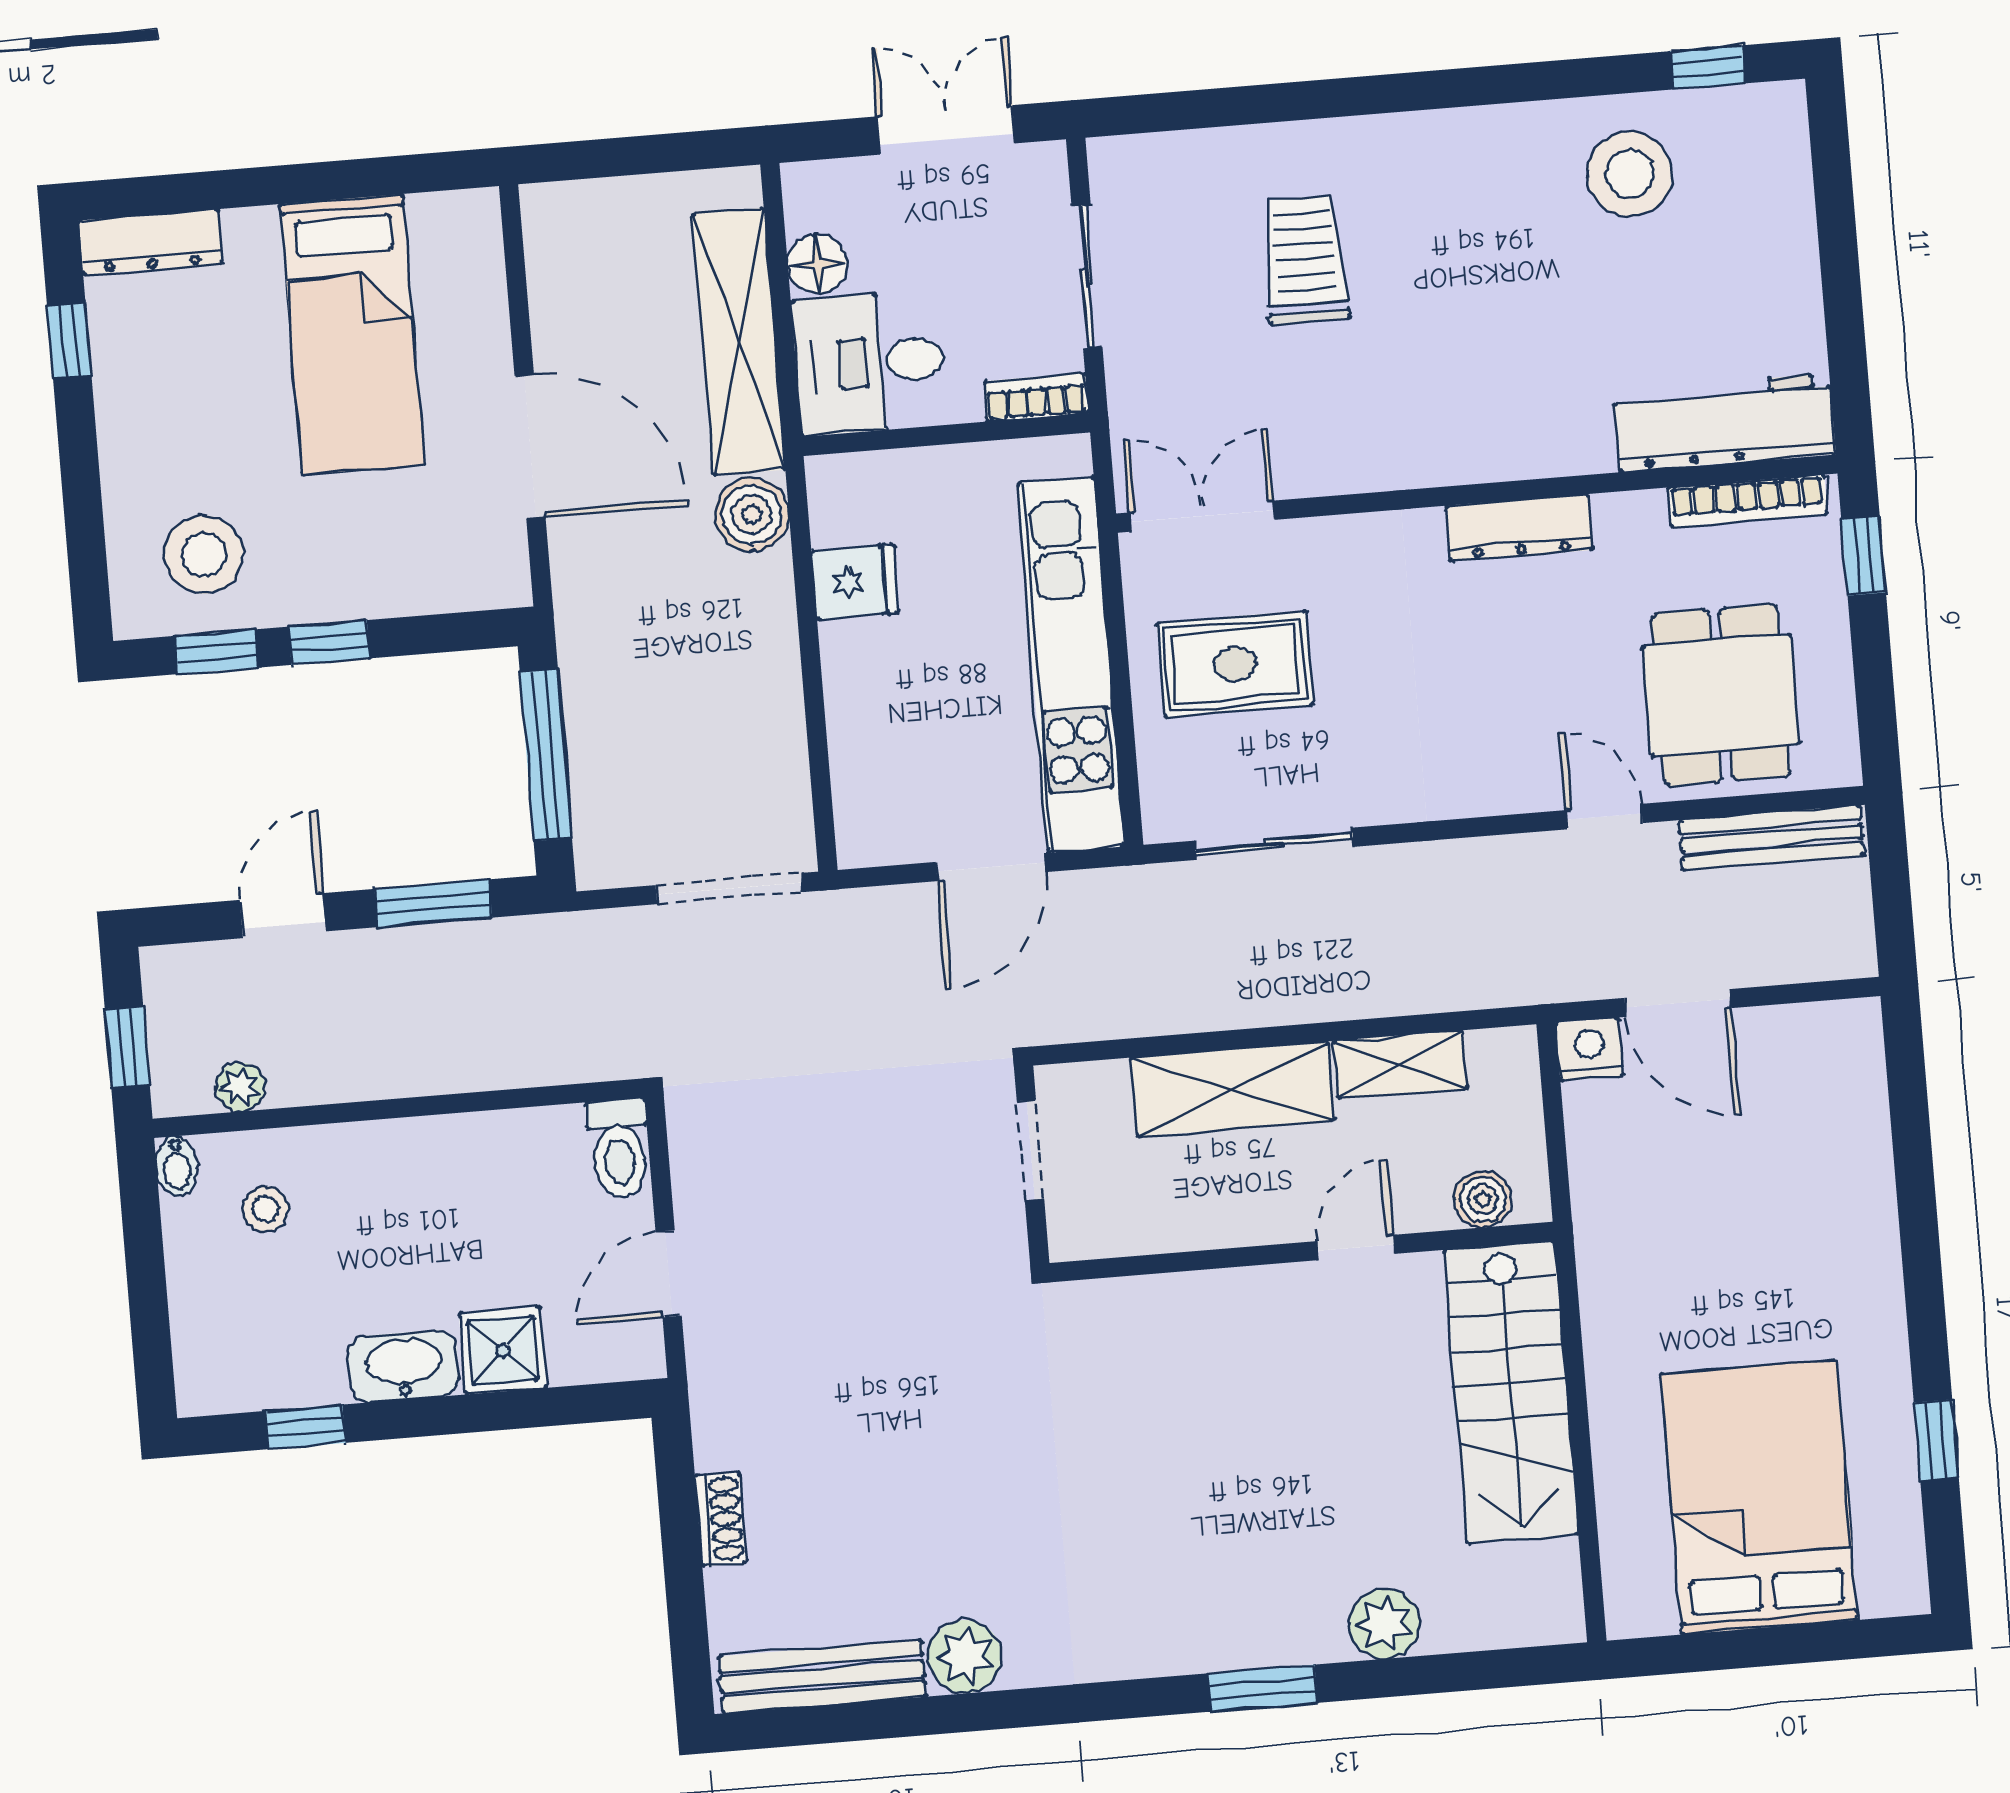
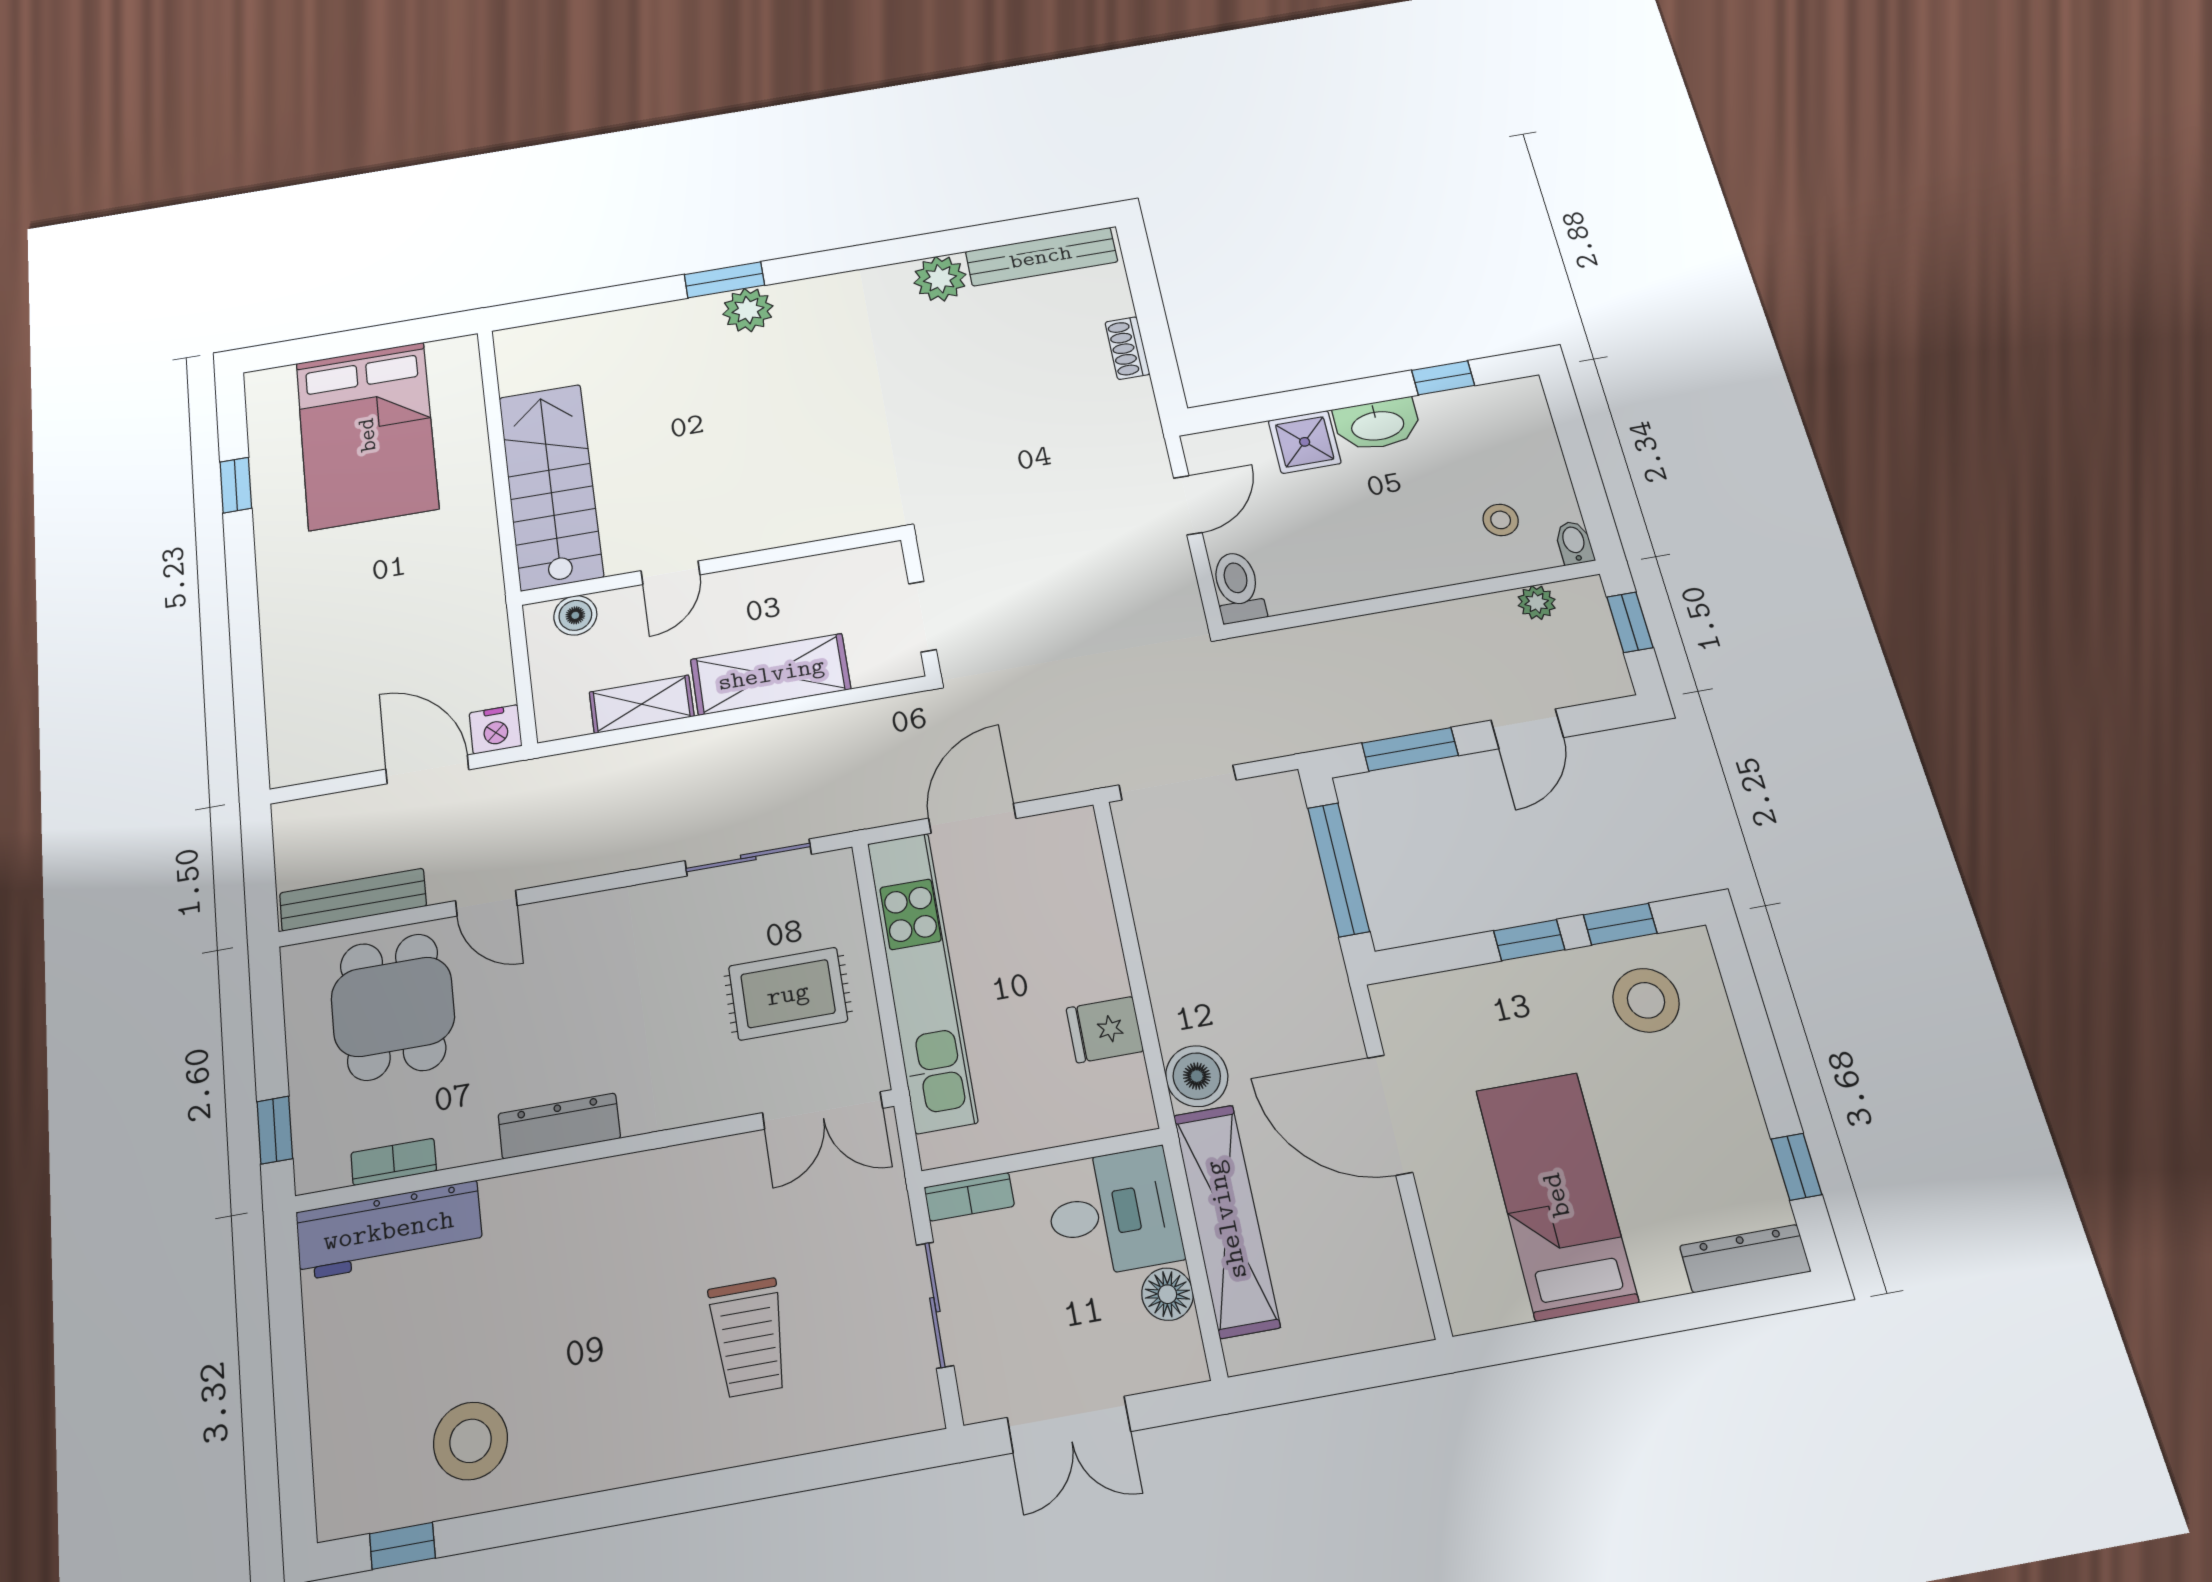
bookcase: (1747, 501) -> (394, 1162), width x0.64
plant: (1385, 1624) -> (748, 310), moved

